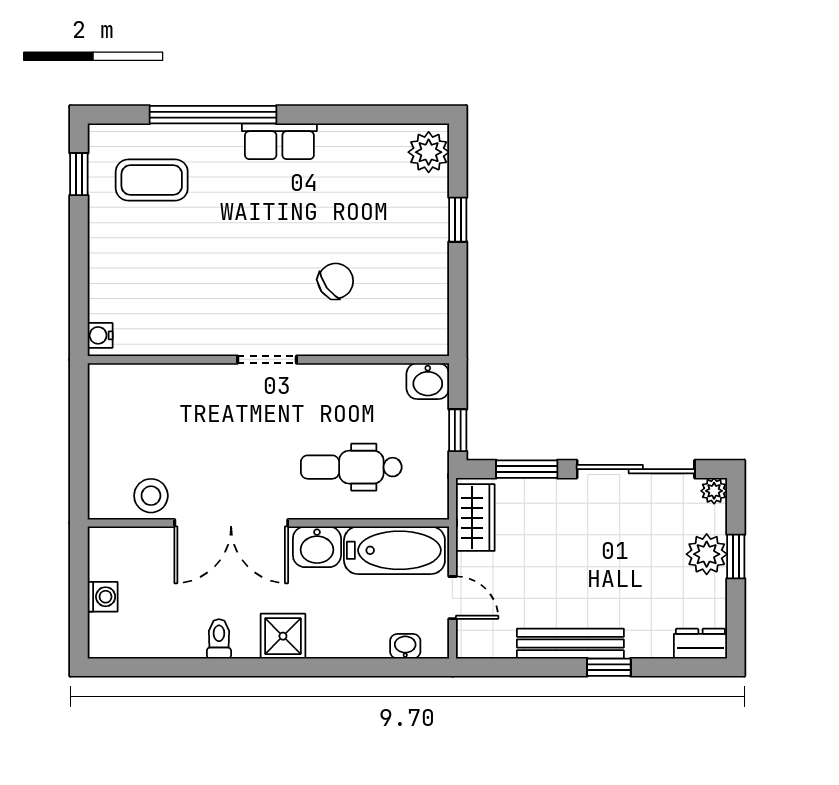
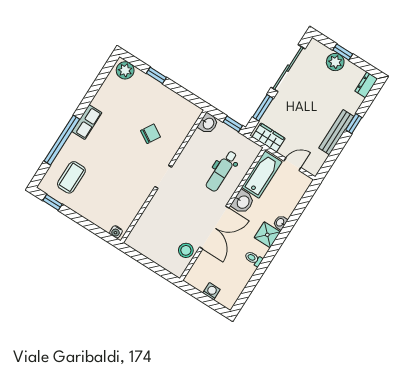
chair: (336, 281) -> (150, 134), turned 67
plant: (714, 491) -> (314, 45), removed
washbasin: (405, 646) -> (280, 222), moved

